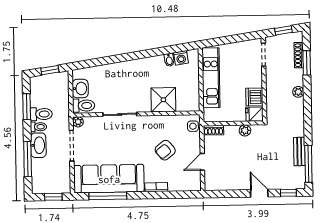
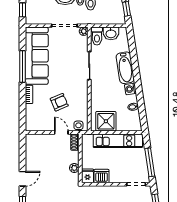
window: (236, 38) -> (150, 162), added
washing machine: (181, 58) -> (130, 89), moved
bathtub: (122, 70) -> (125, 68), added
shower: (163, 100) -> (106, 121), moved
armchair: (165, 150) -> (59, 102), turned 106
door: (202, 162) -> (61, 133), moved
window: (108, 196) -> (23, 67), moved

